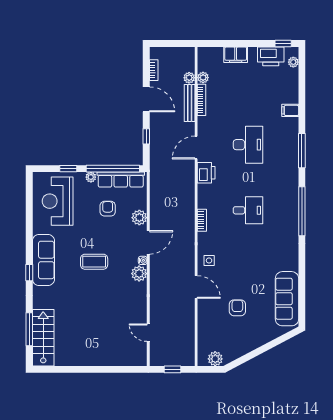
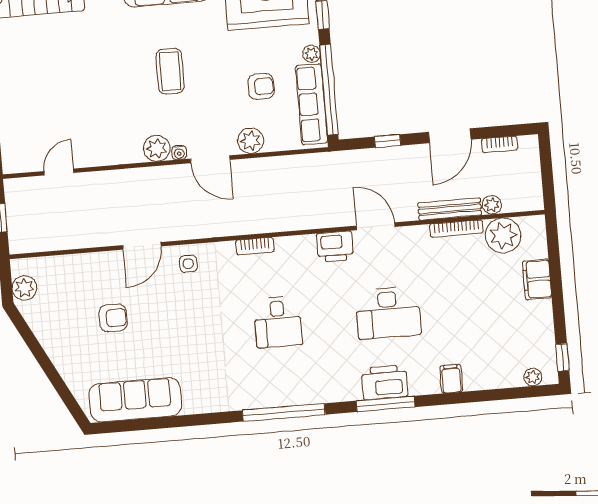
printer: (271, 56) -> (385, 382), moved, turned 90
plant: (203, 78) -> (503, 235), width x1.88, depth x1.88

